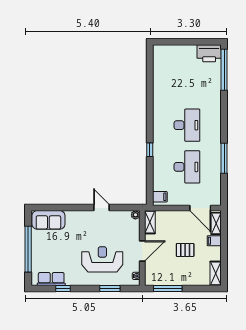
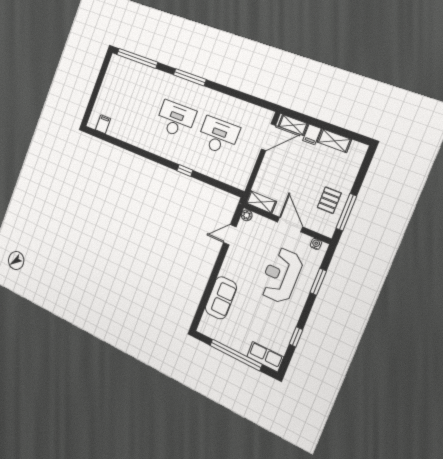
printer: (209, 53) -> (116, 69), removed
window: (224, 158) -> (190, 77), moved
filing cabinet: (160, 197) -> (103, 124), moved
door: (102, 207) -> (230, 235), moved
sofa: (48, 220) -> (221, 298), moved
pallet: (185, 250) -> (329, 200), moved
shelving: (216, 273) -> (334, 141), moved
row of seats: (51, 279) -> (265, 357), moved, turned 90

